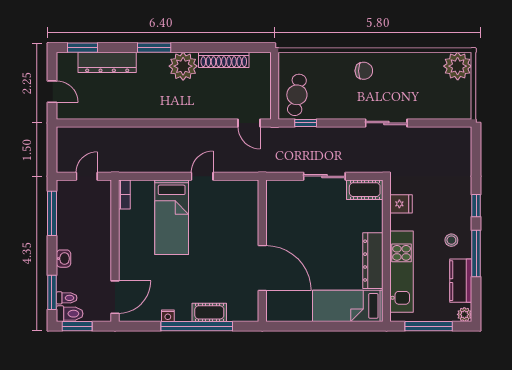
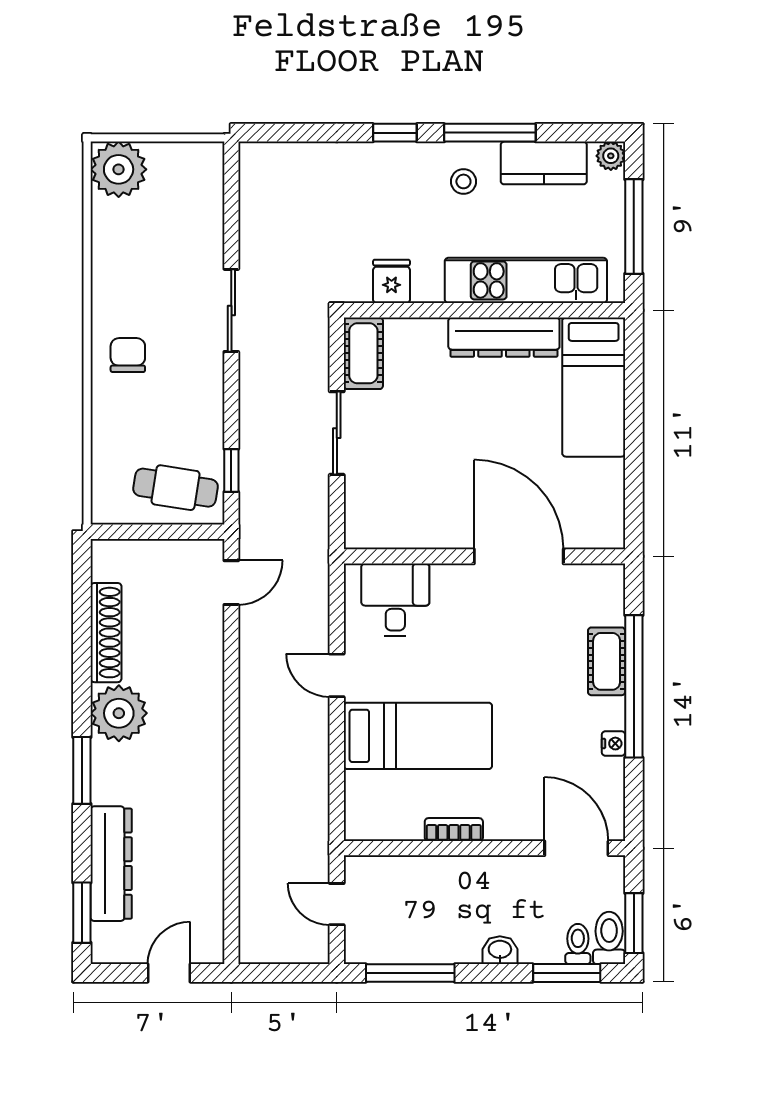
bookcase: (124, 194) -> (454, 830), moved
desk: (240, 206) -> (395, 600), added
door: (262, 268) -> (519, 556), hinge flipped

